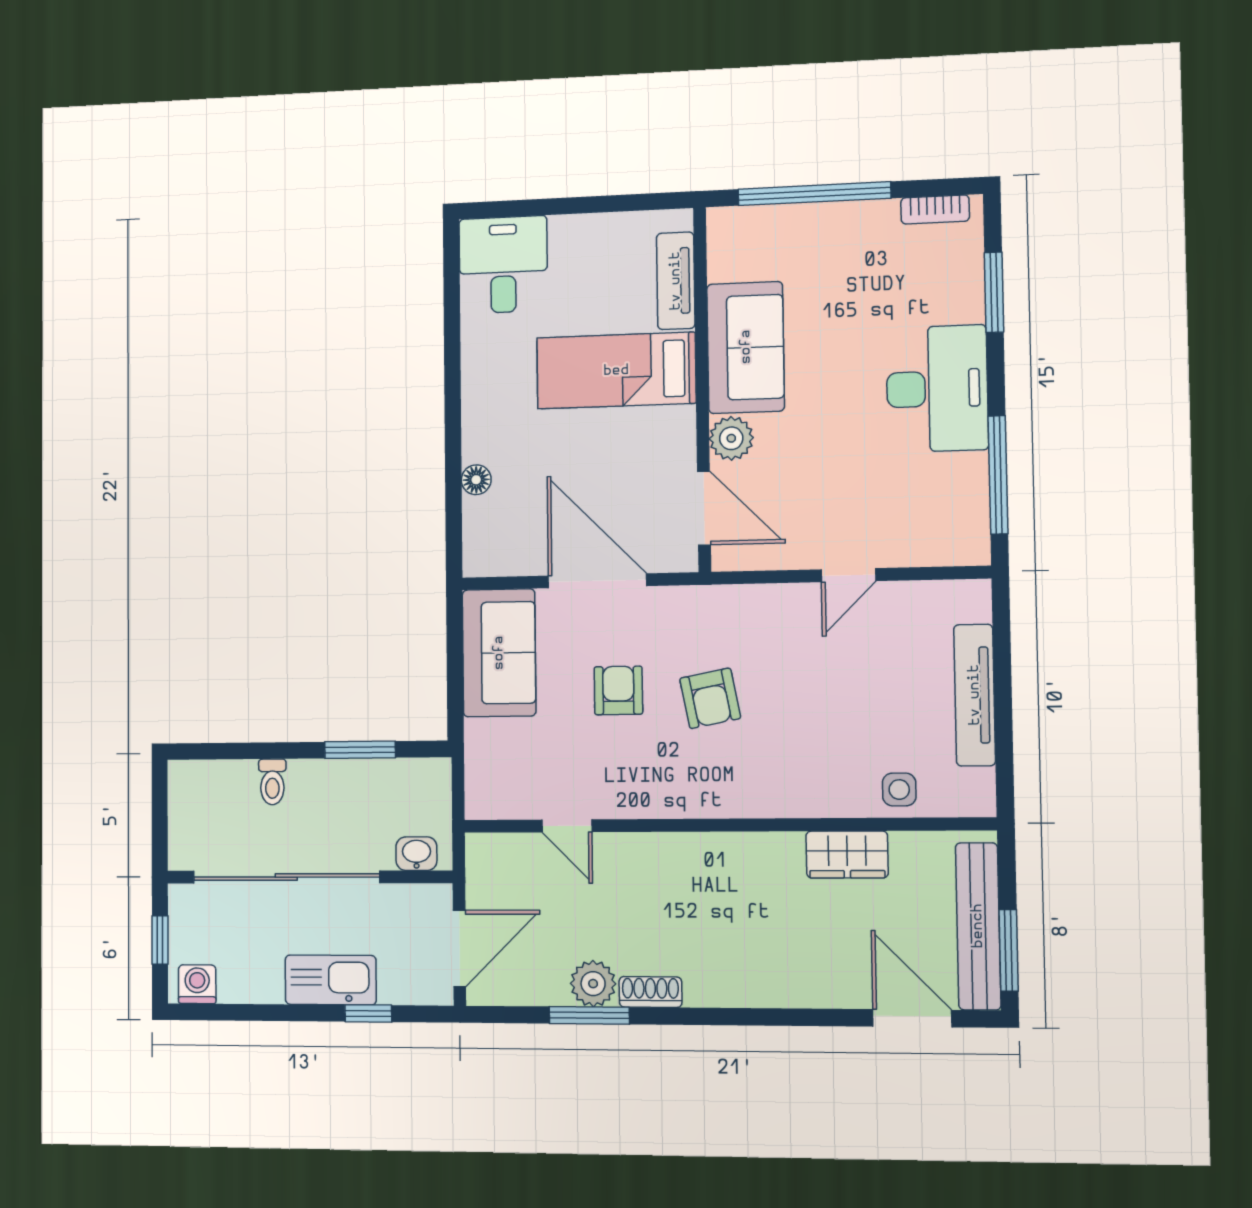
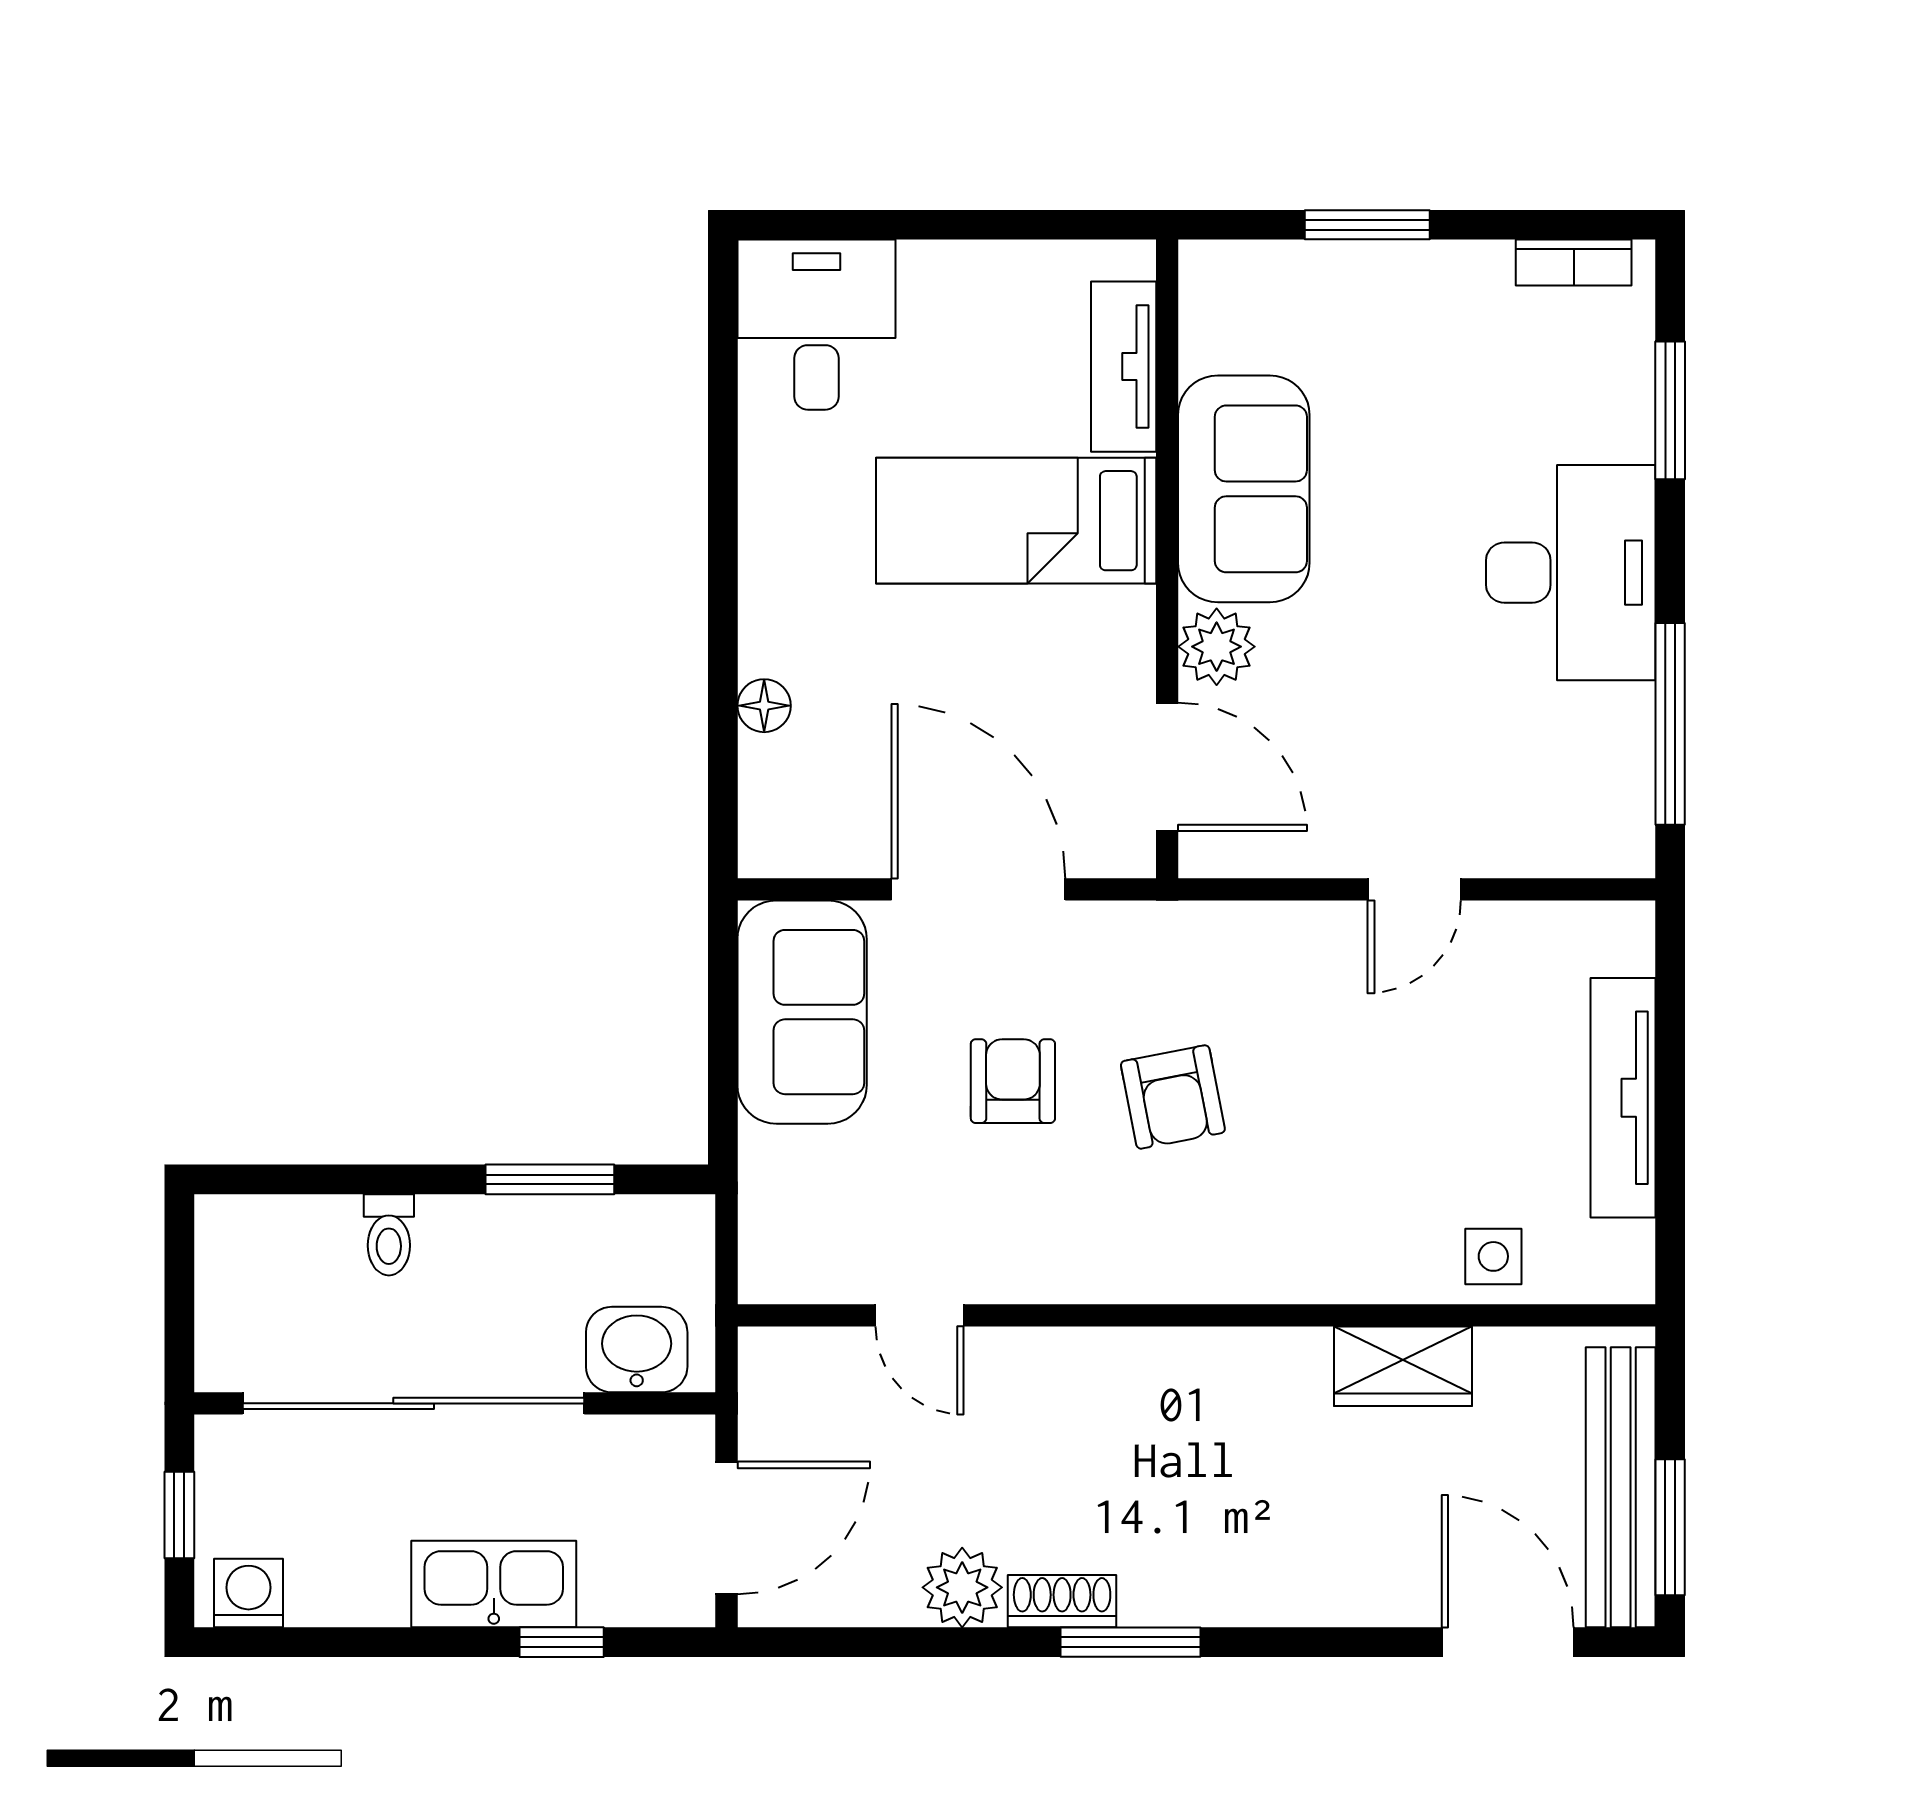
window: (814, 194) -> (1367, 225), width x0.47
washbasin: (416, 854) -> (637, 1350), width x1.38, depth x1.45
window: (589, 1015) -> (1130, 1642), moved

